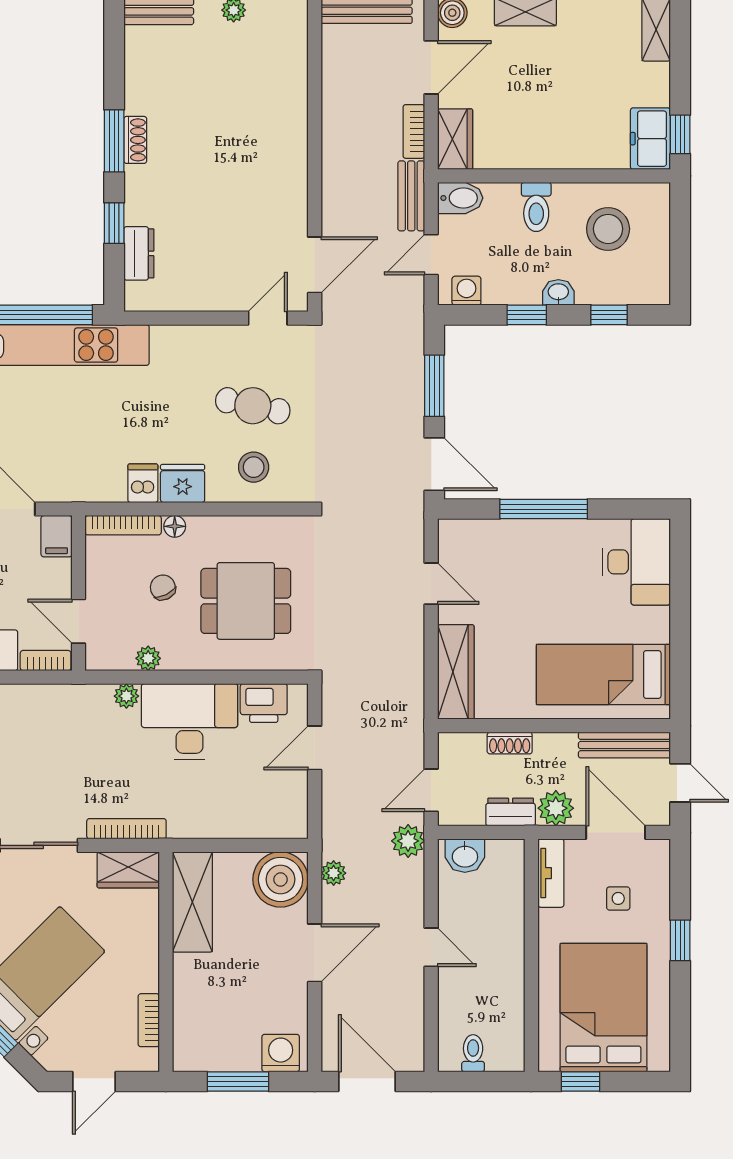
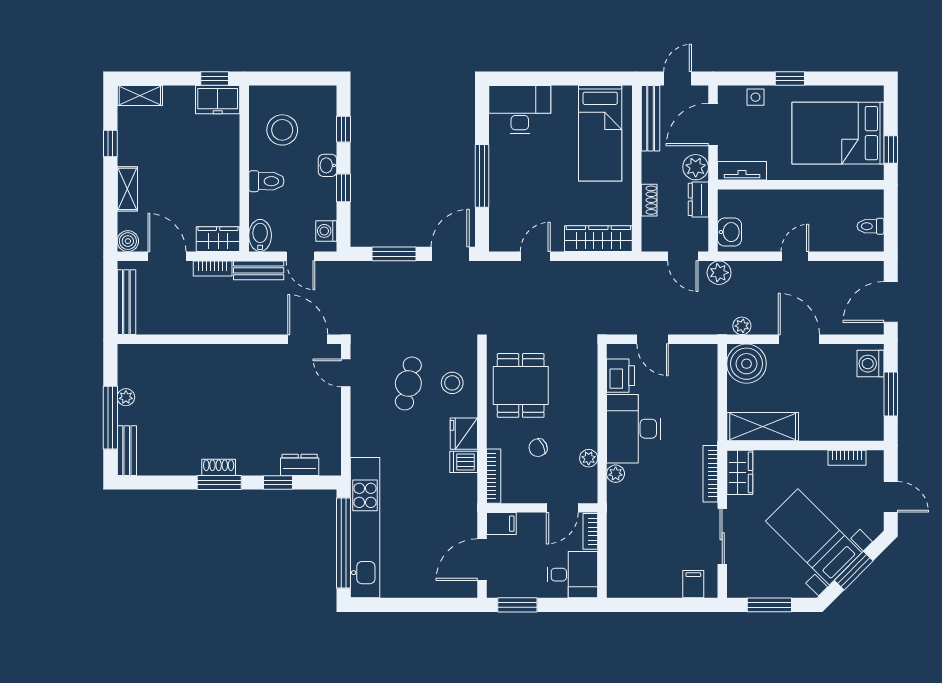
floor lamp: (175, 526) -> (494, 439), removed
dining table: (246, 601) -> (521, 385), moved
side table: (618, 898) -> (755, 97), moved

